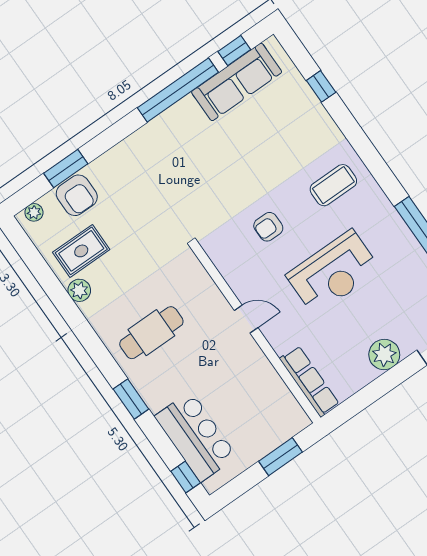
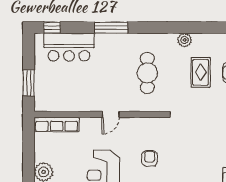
rug: (81, 251) -> (201, 72), moved
cafe table: (151, 333) -> (147, 73), moved
window: (131, 399) -> (111, 28), width x1.44

